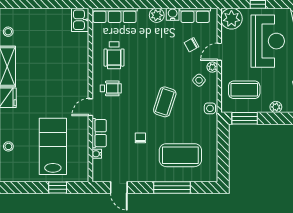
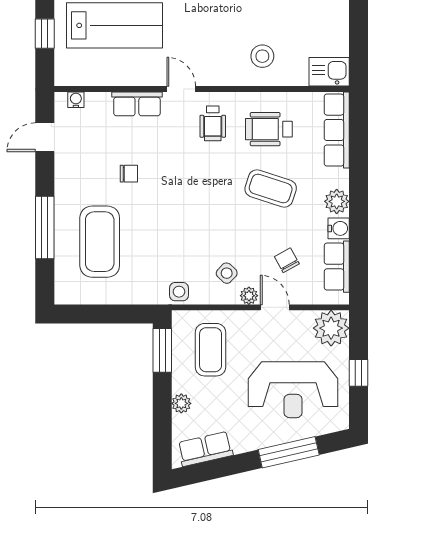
stool: (71, 59) -> (262, 56), added
coffee table: (165, 102) -> (271, 189), moved
water cooler: (97, 154) -> (76, 100), moved

